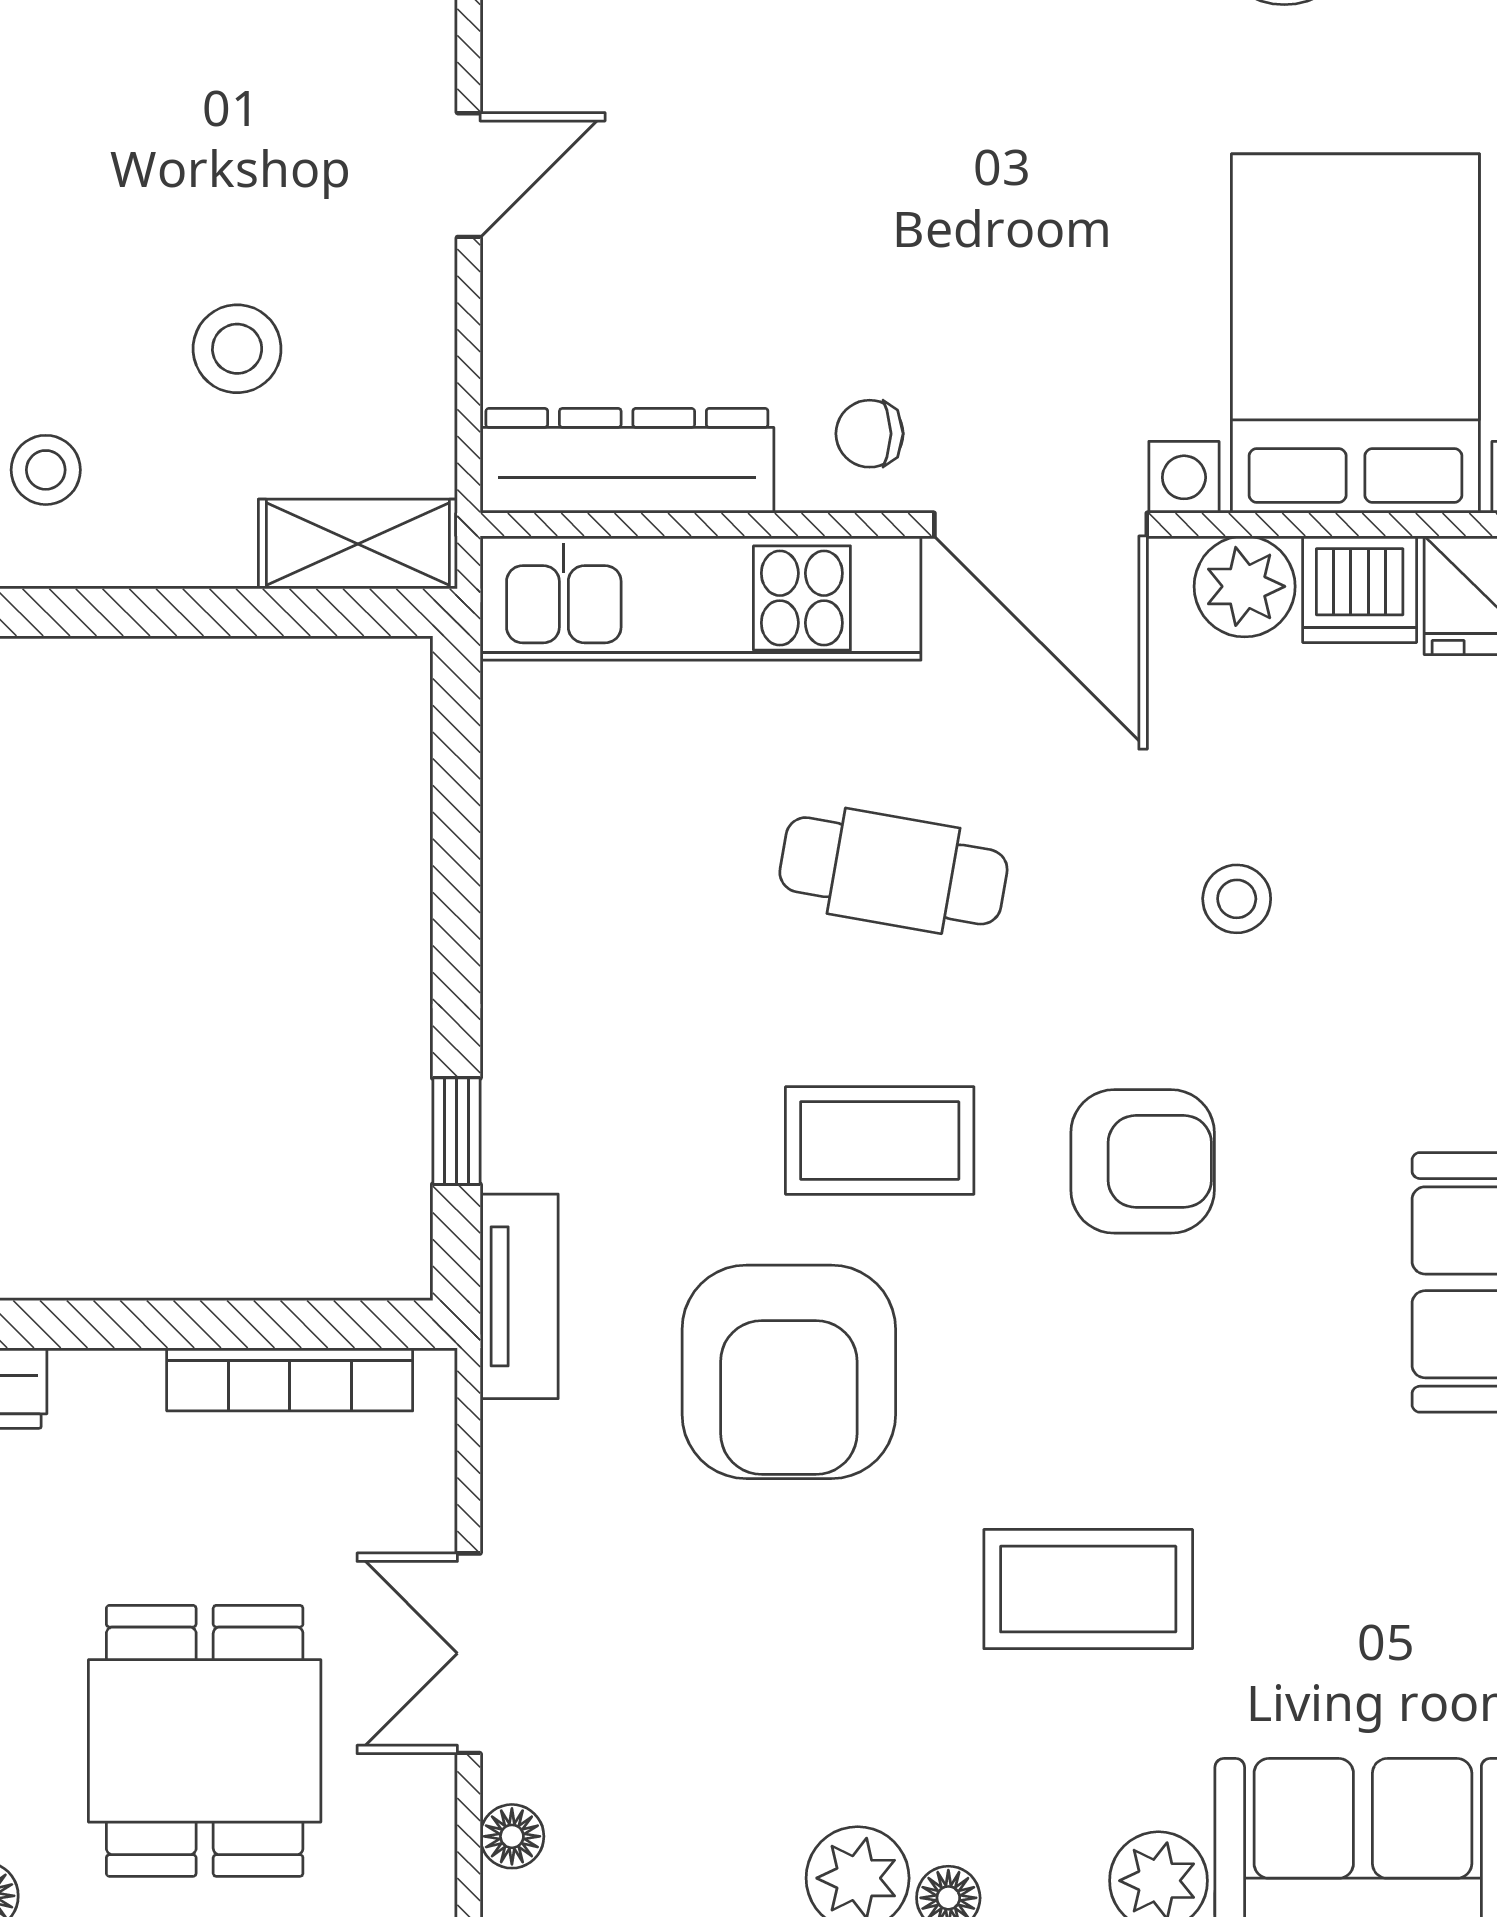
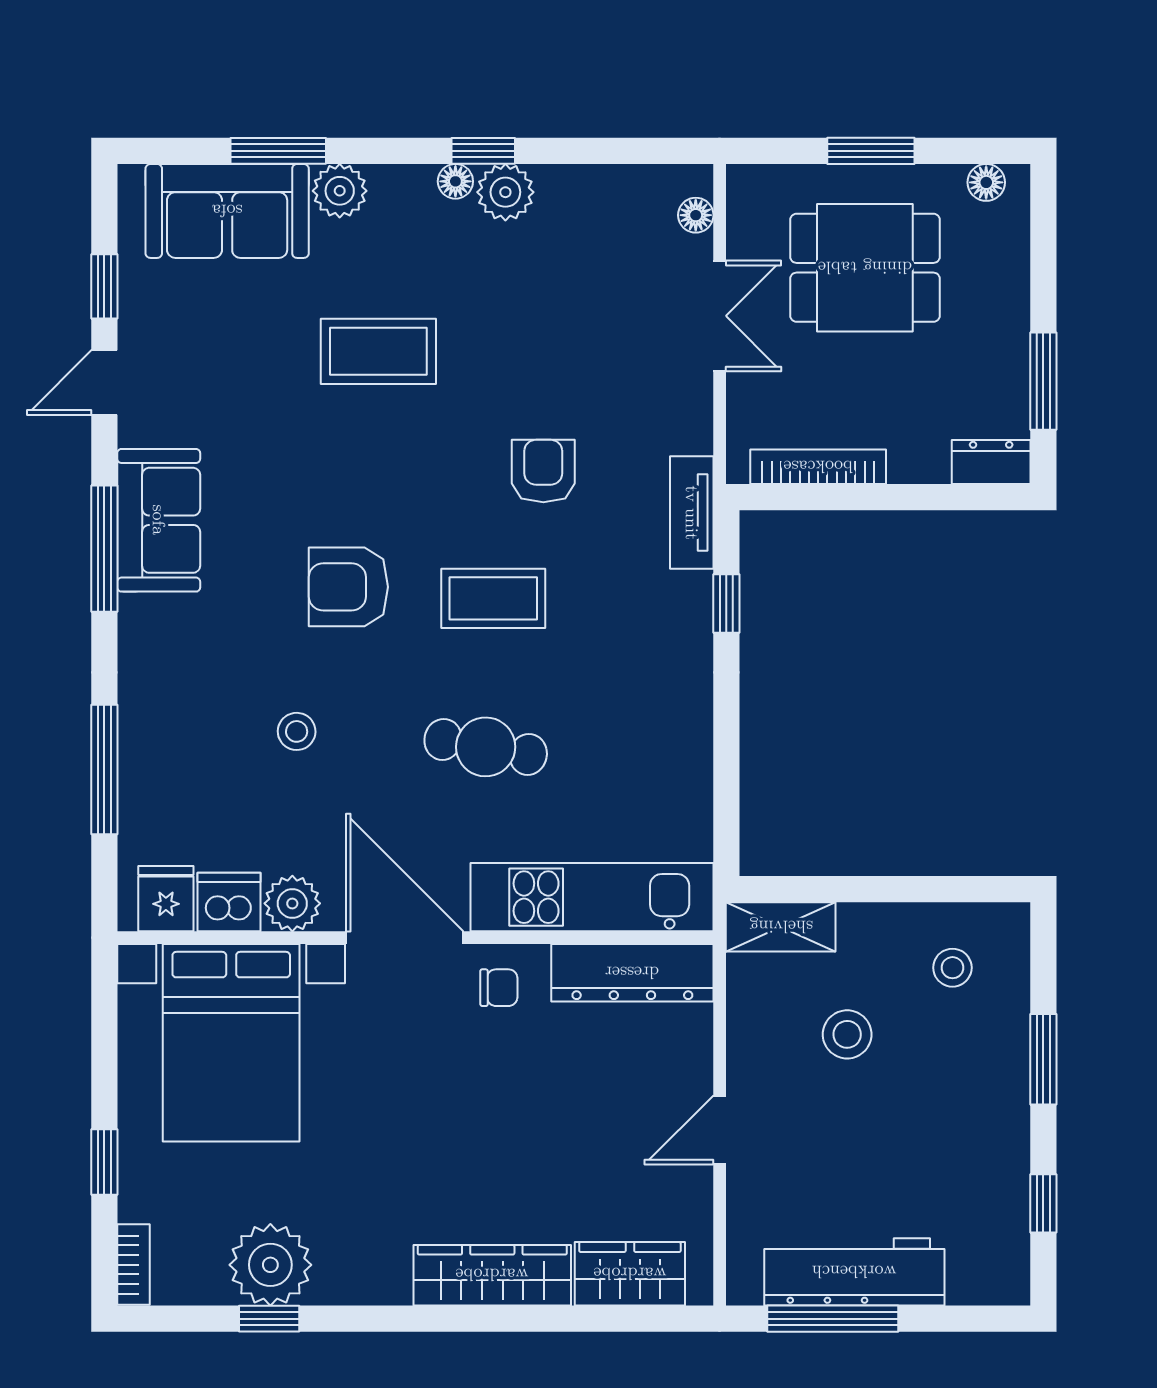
armchair: (789, 1372) -> (543, 471), width x0.53, depth x0.53
dining table: (205, 1741) -> (865, 268), turned 90

